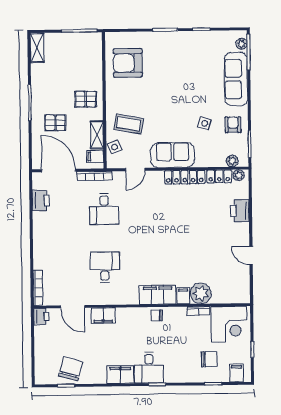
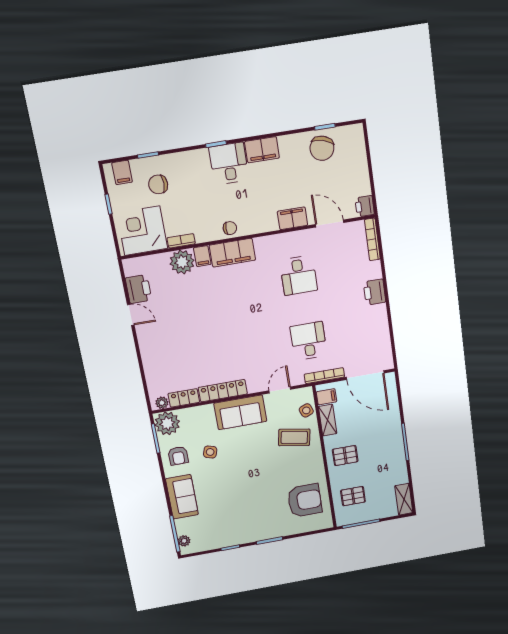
sofa: (236, 79) -> (182, 497), width x0.73
pallet: (55, 123) -> (353, 496), moved
plant: (232, 161) -> (167, 423), width x1.87, depth x1.87
printer: (41, 201) -> (374, 292), moved
printer: (240, 211) -> (138, 289), moved

